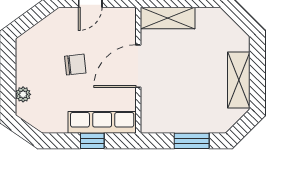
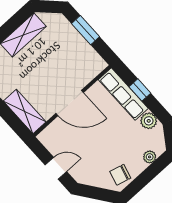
chair: (75, 65) -> (120, 175), moved, turned -69
plant: (57, 123) -> (149, 121), added

